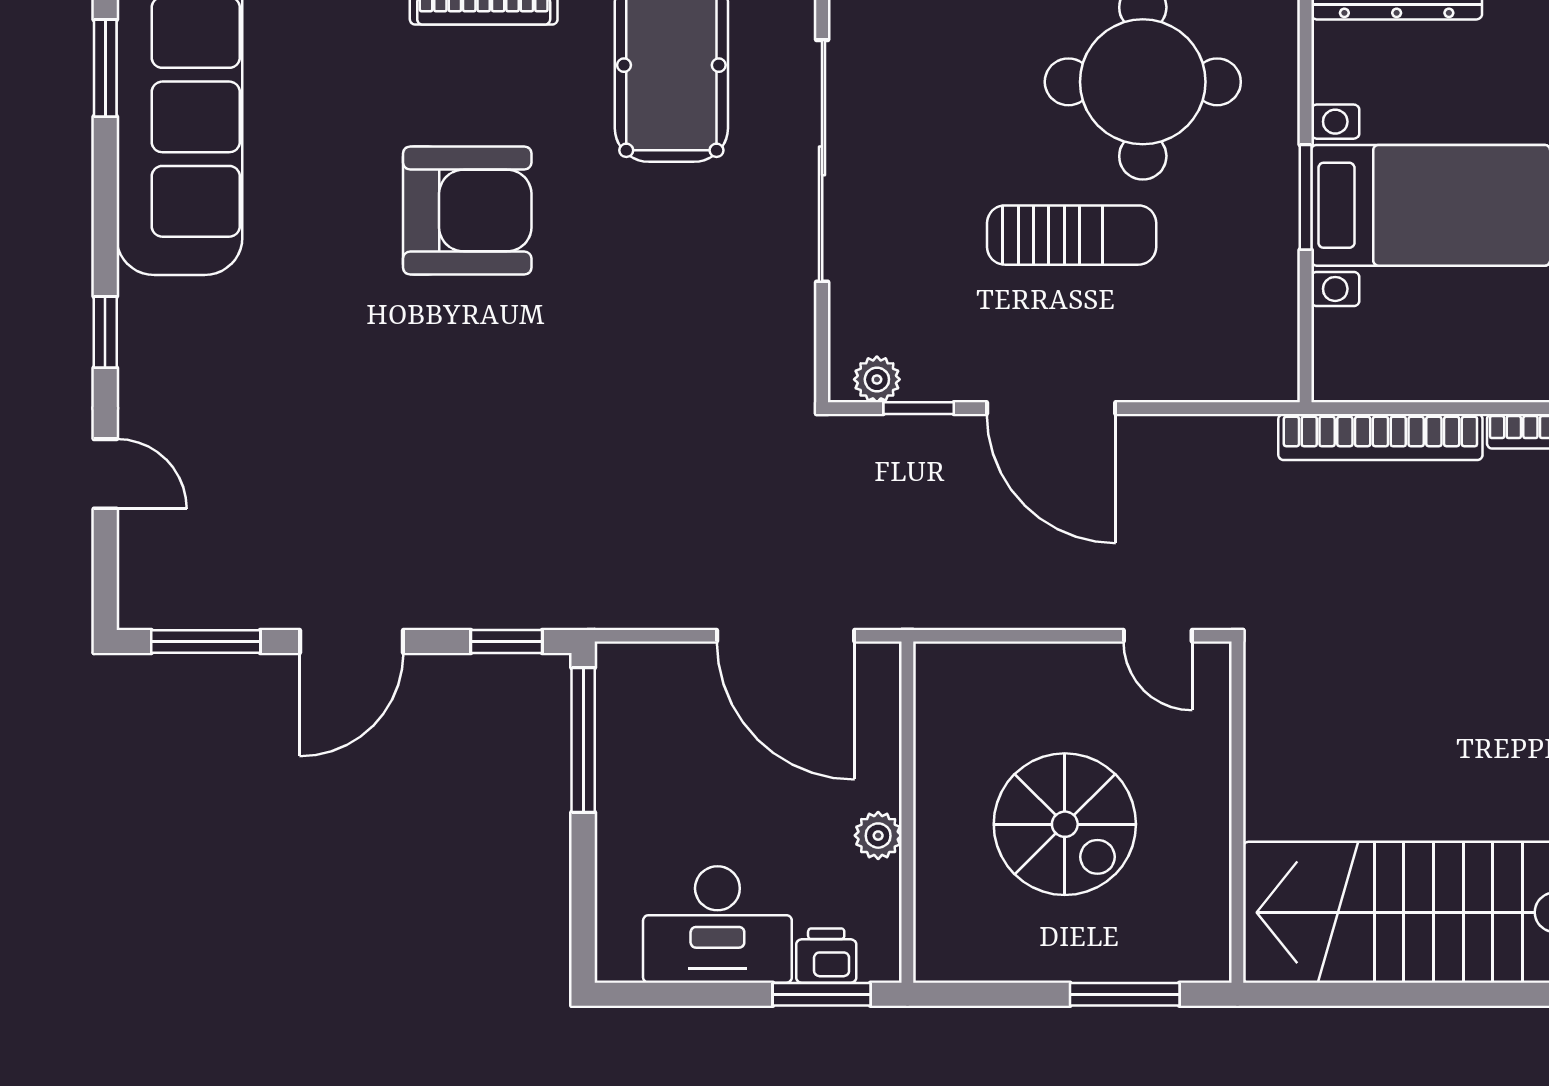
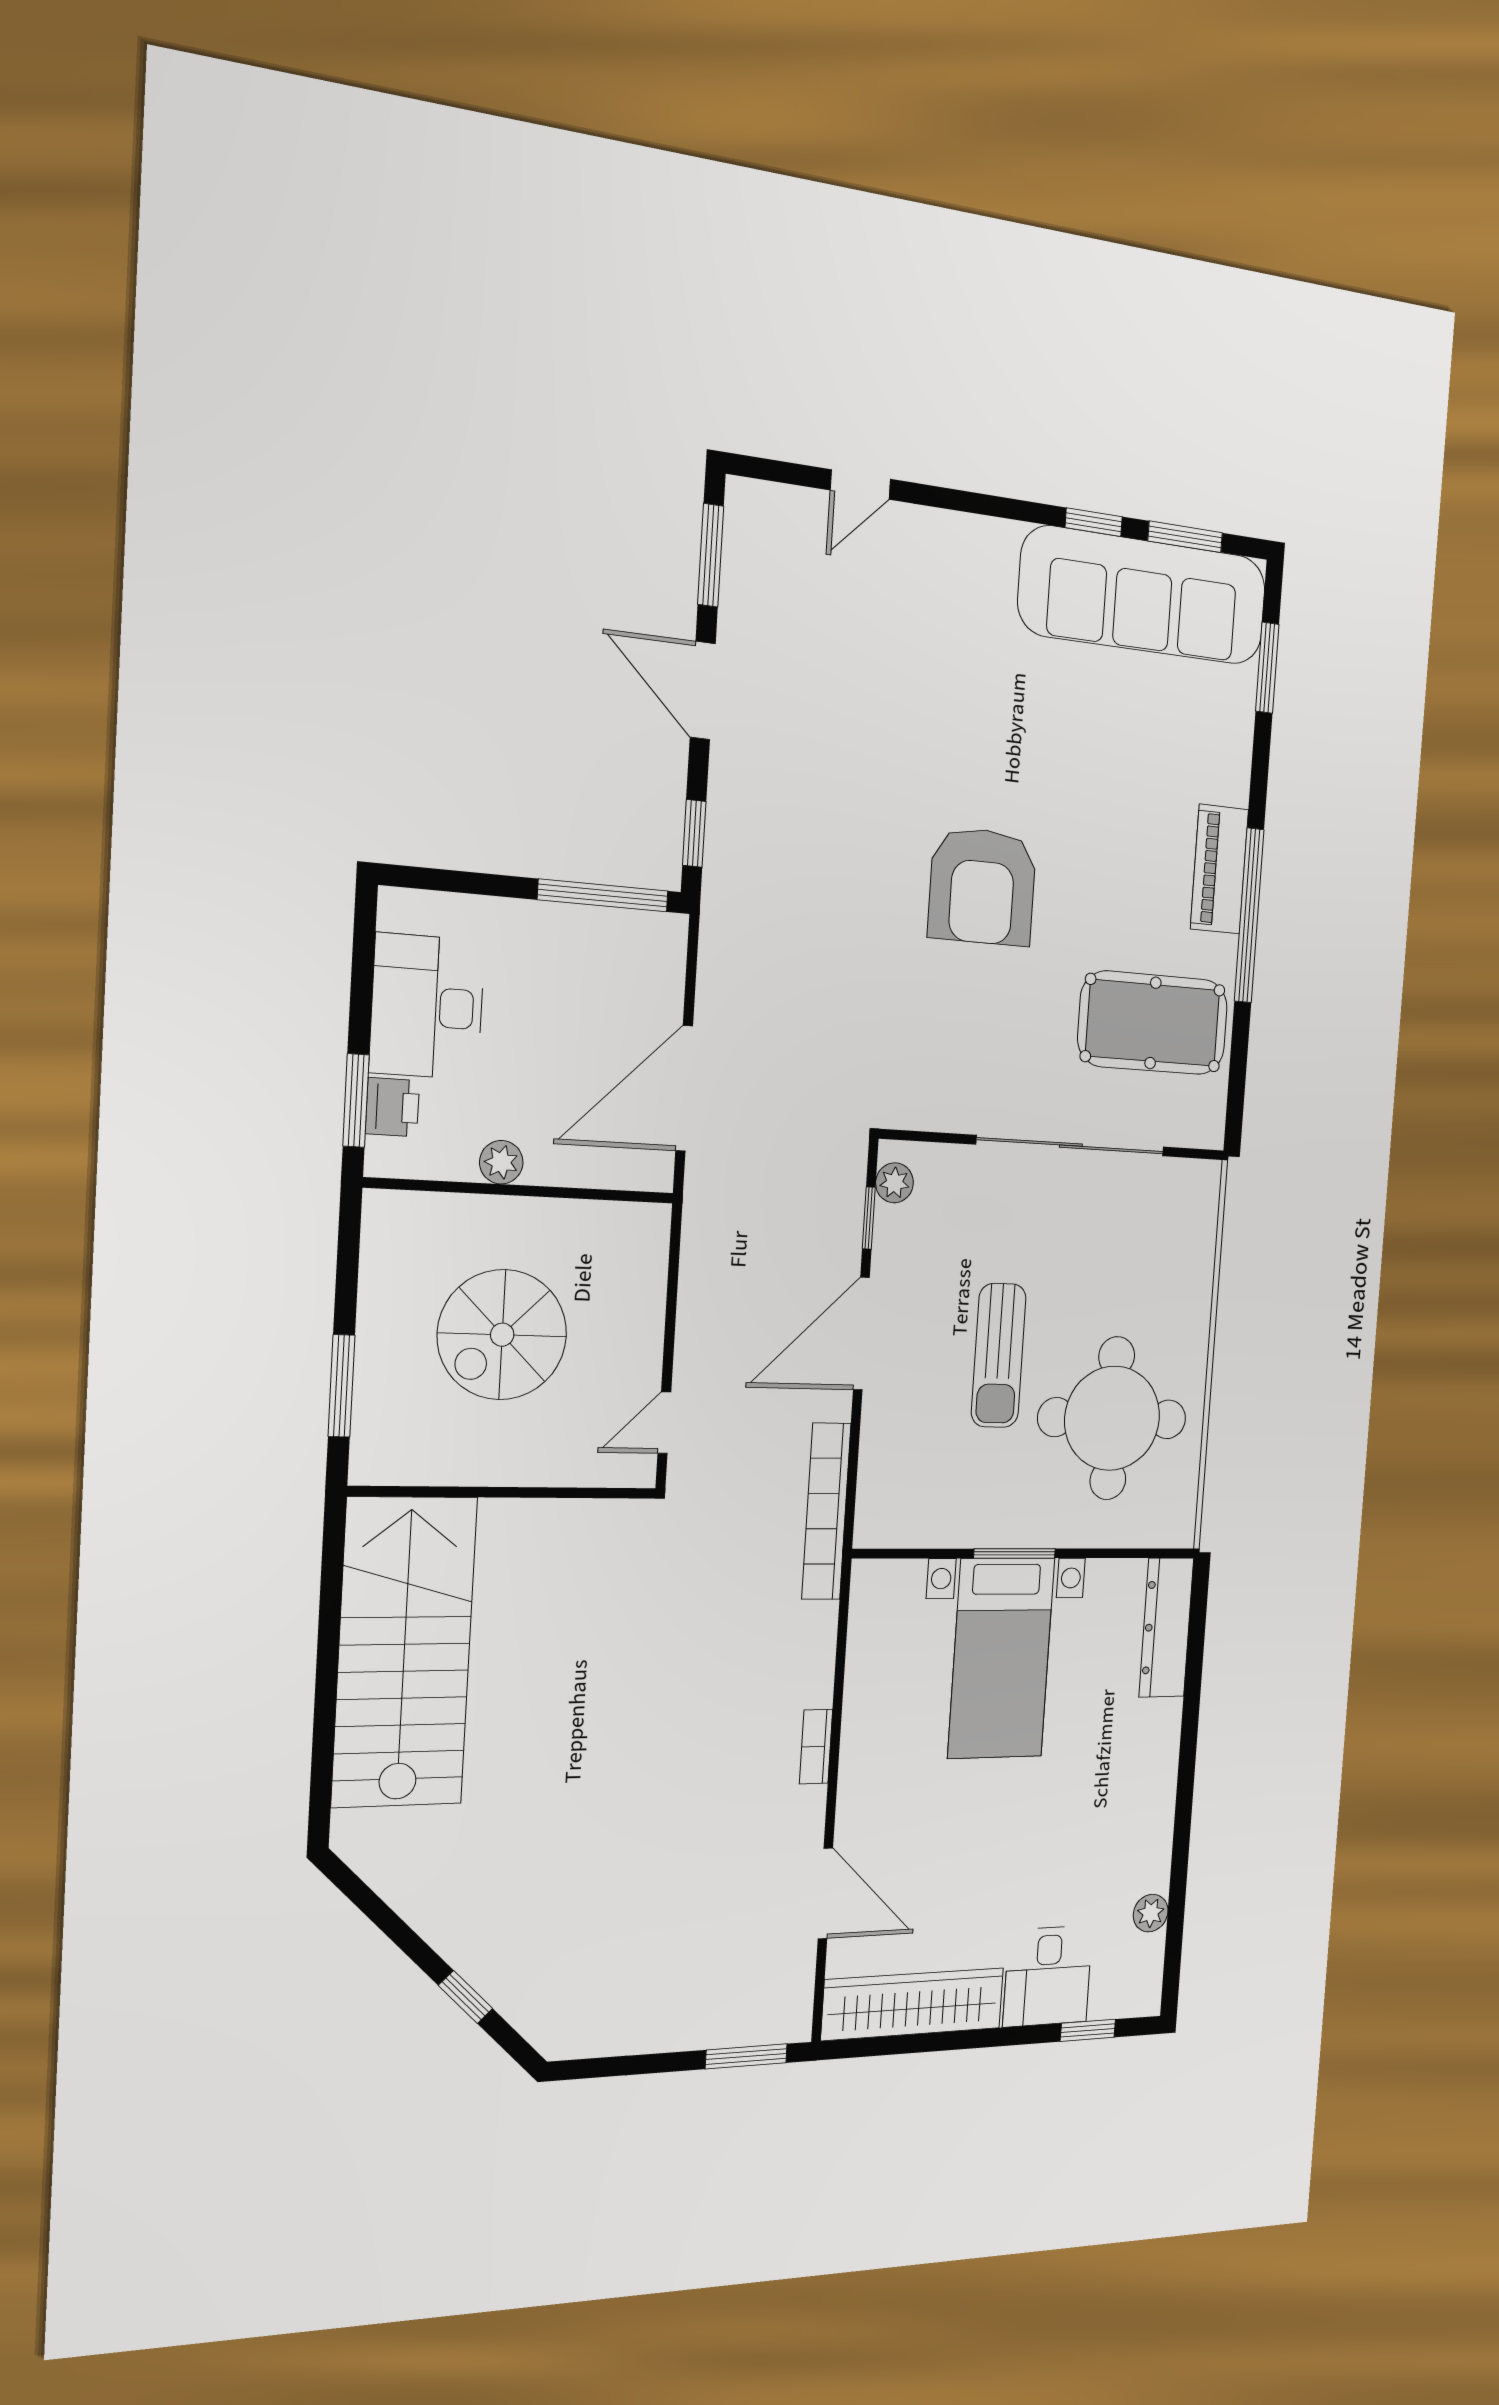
armchair: (467, 211) -> (982, 886), moved
window: (105, 332) -> (1094, 522), moved
bookcase: (1380, 437) -> (826, 1511), moved

